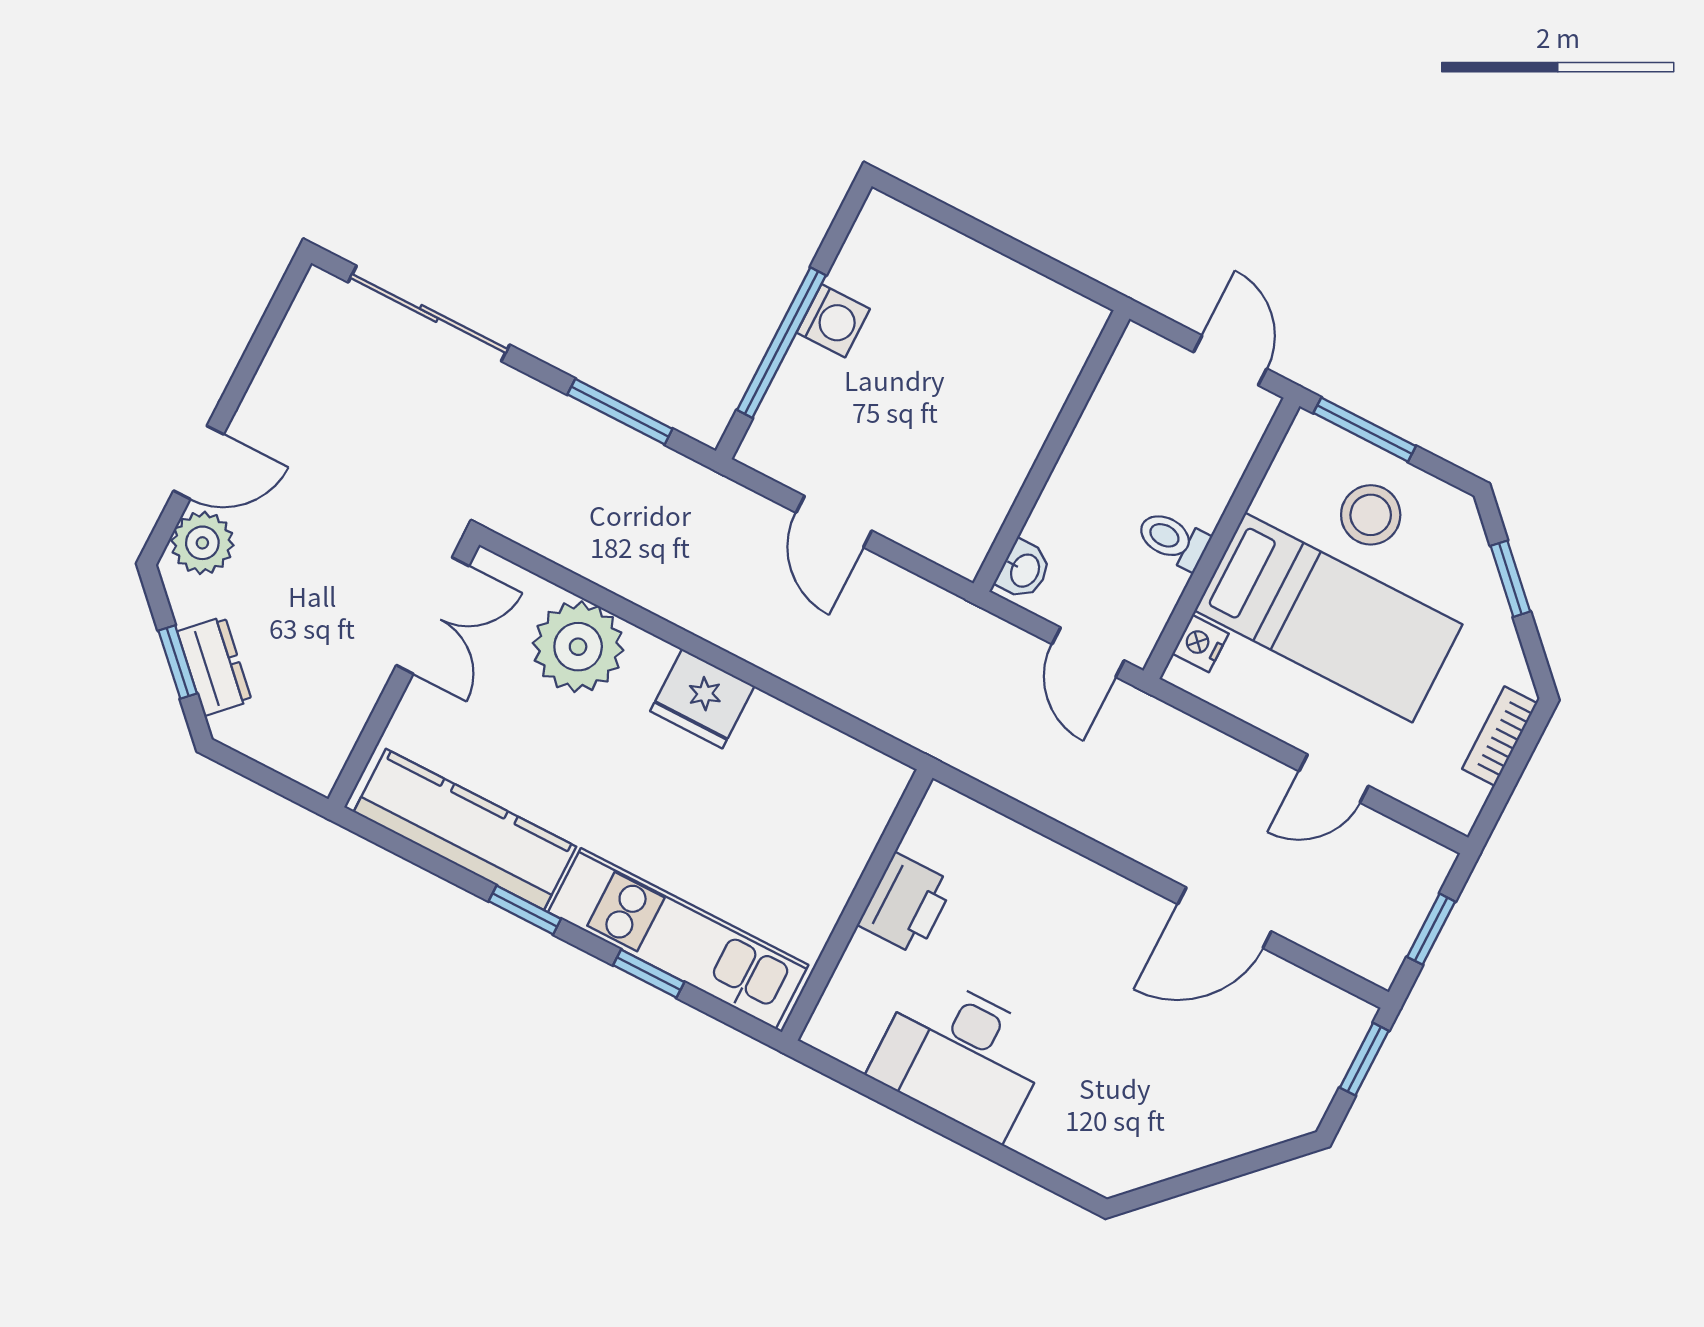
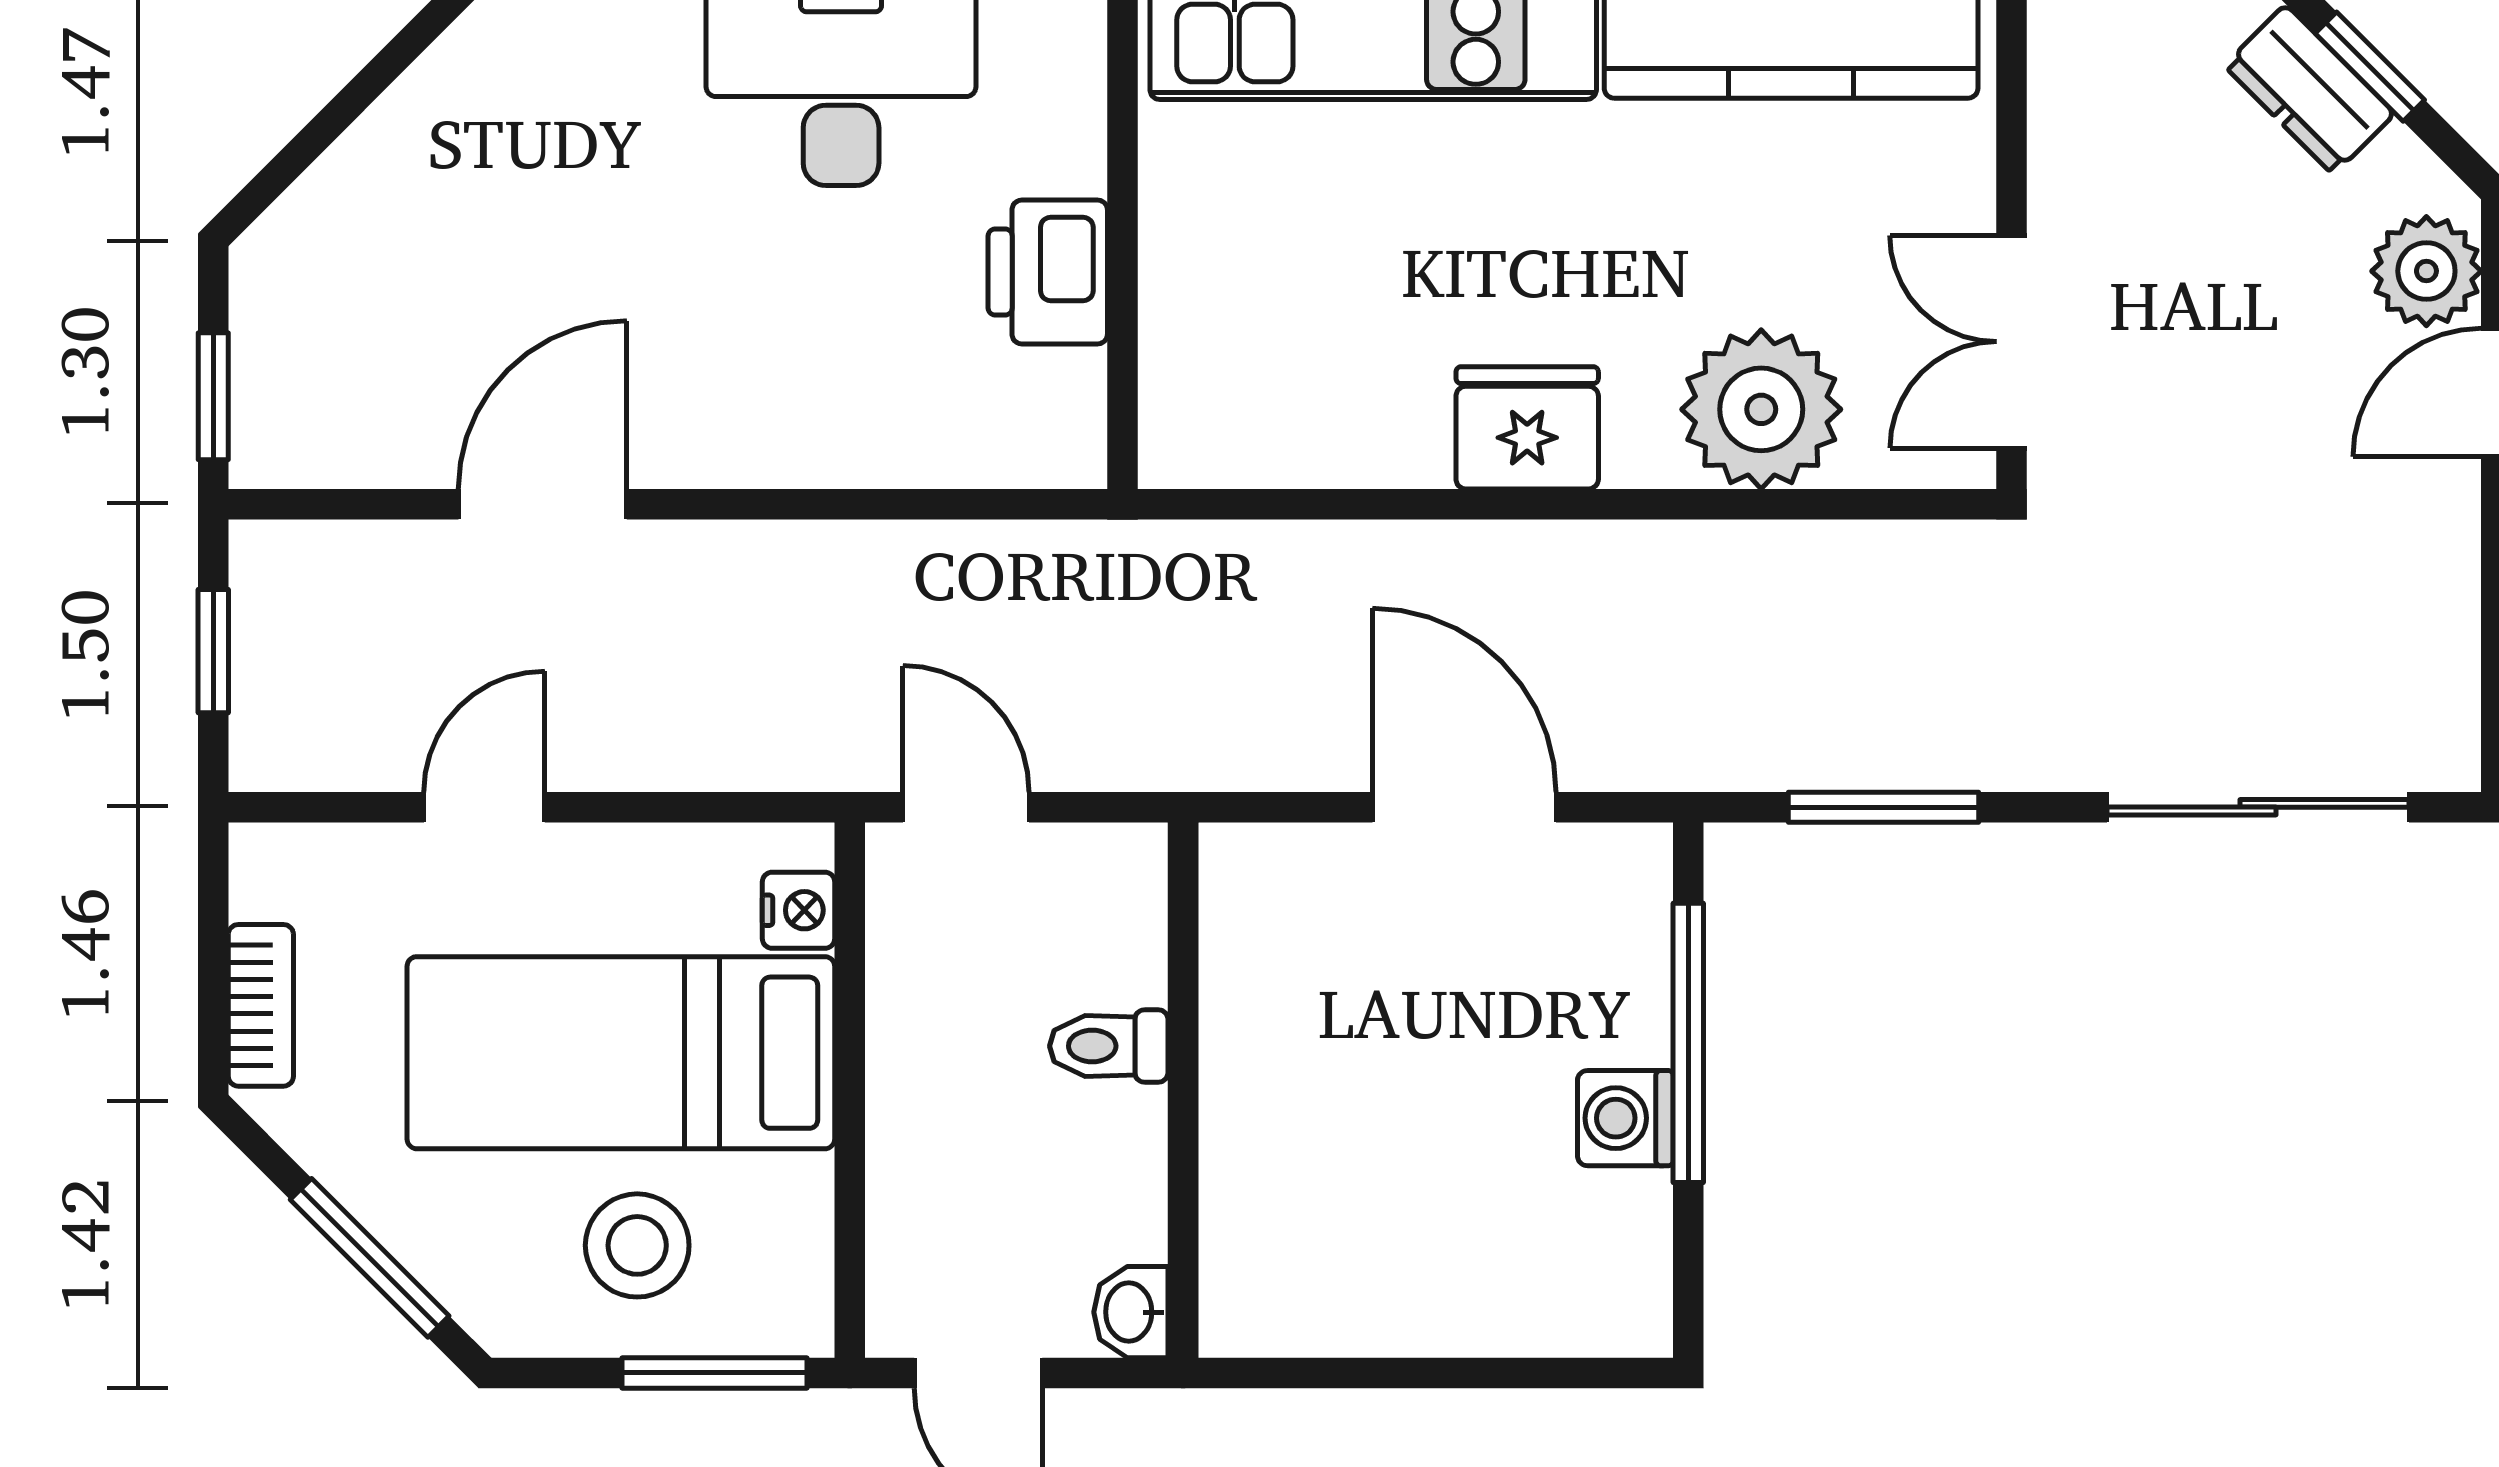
door: (834, 522) -> (1464, 807), width x1.38
toilet: (1173, 540) -> (1109, 1046), moved, turned 180
washbasin: (1024, 570) -> (1131, 1312), moved
window: (1510, 579) -> (370, 1258), width x1.50

